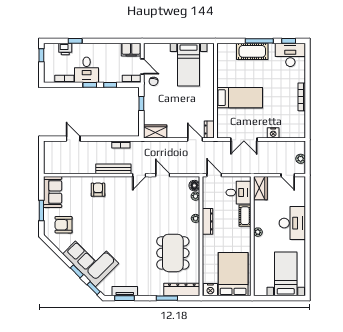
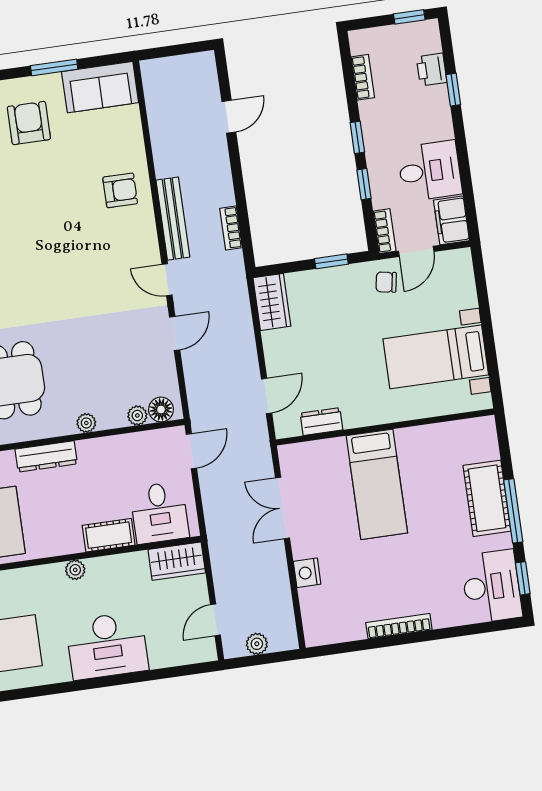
desk: (87, 70) -> (430, 171), moved, turned 180
dresser: (209, 130) -> (321, 422), moved
dresser: (207, 221) -> (46, 456), moved

